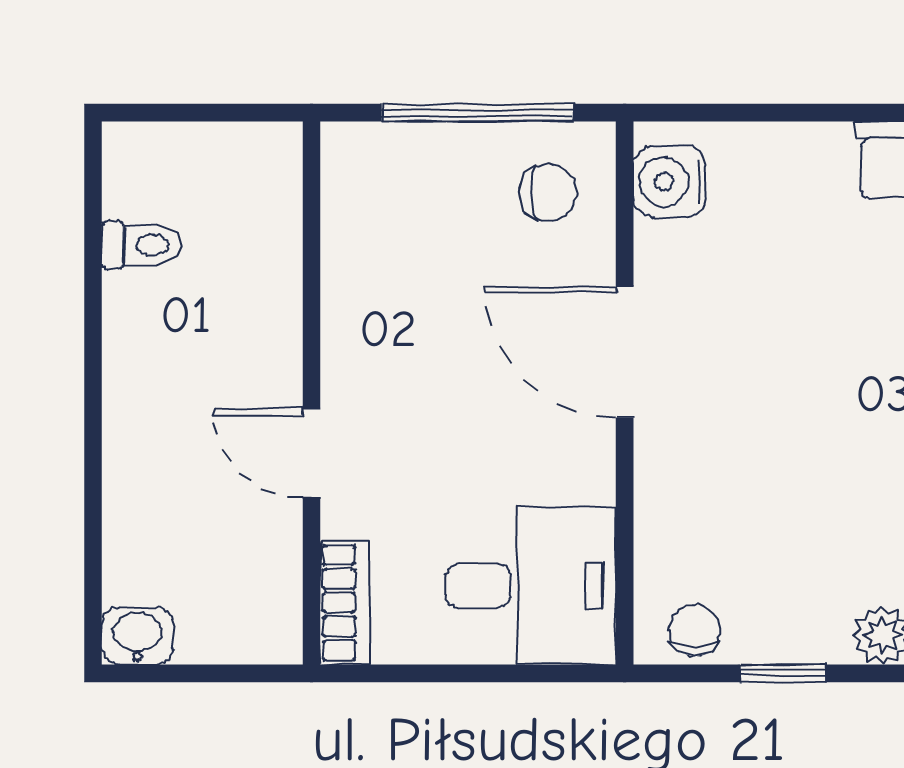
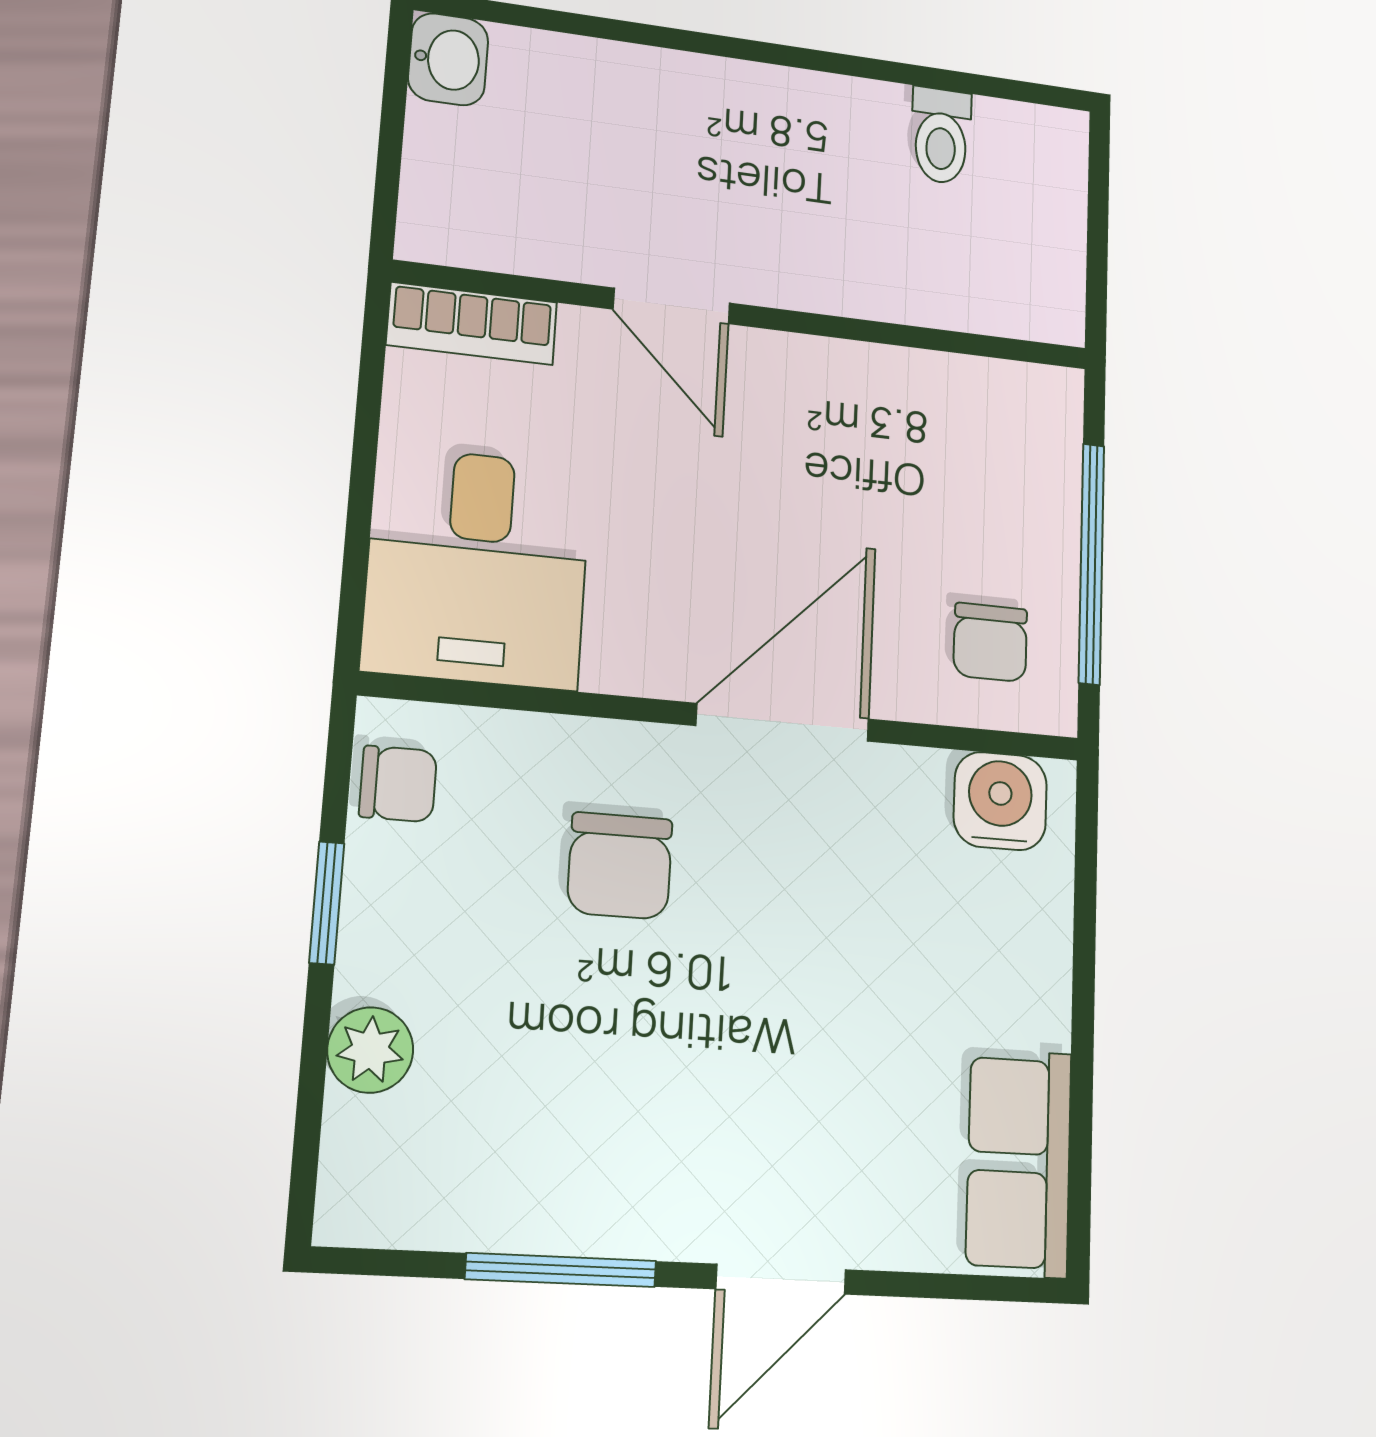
door: (311, 453) -> (672, 306), swing flipped
chair: (741, 468) -> (620, 866), added

